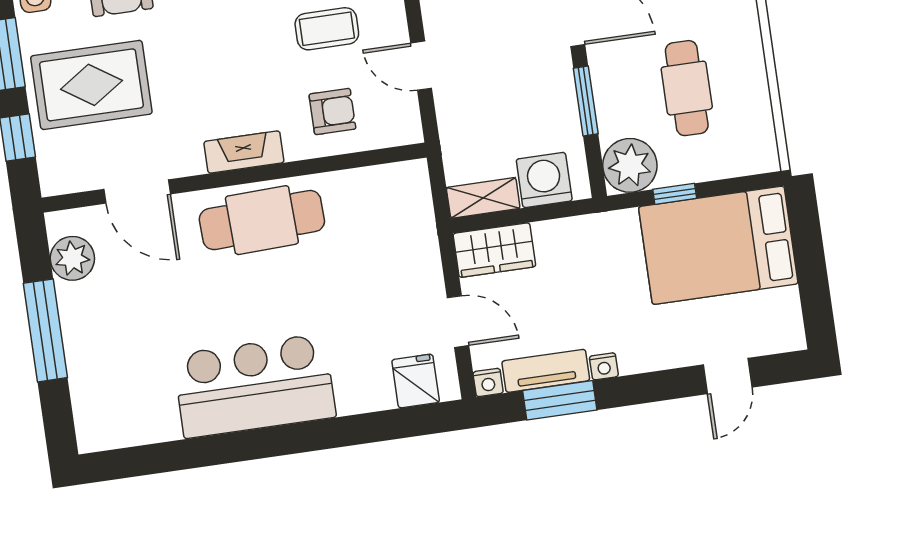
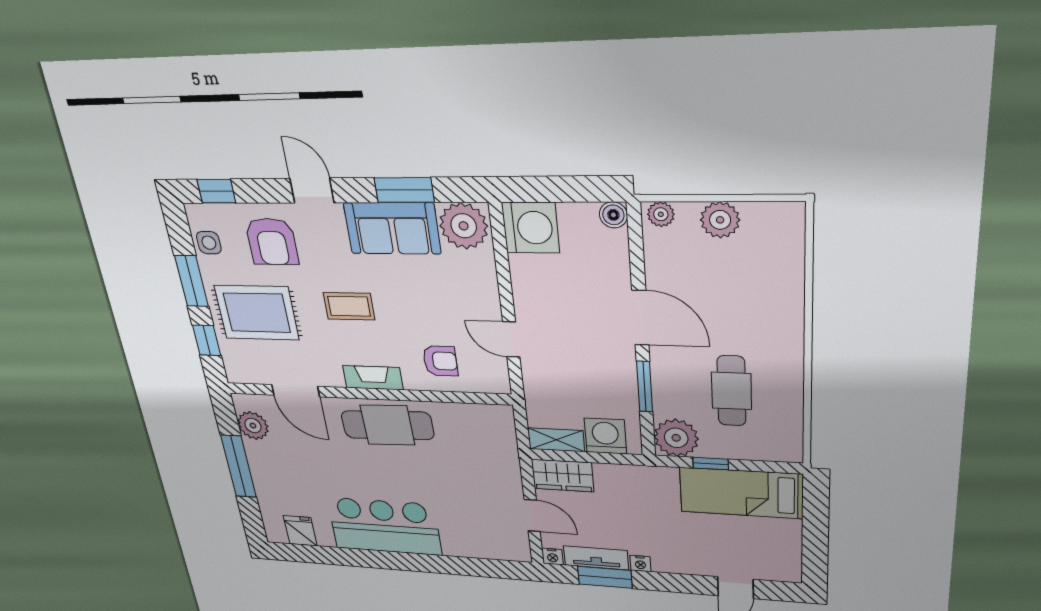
coffee table: (327, 29) -> (349, 306), moved
bed: (718, 245) -> (741, 493), width x0.67
fridge: (416, 381) -> (300, 531), moved

